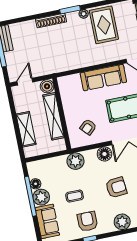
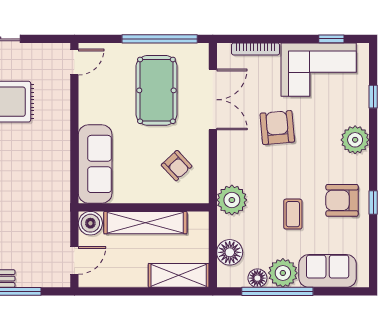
sofa: (103, 78) -> (95, 164), moved
door: (25, 82) -> (74, 260), swing flipped
shelving: (26, 129) -> (179, 275), moved
floor lamp: (104, 154) -> (230, 252), moved
armchair: (116, 187) -> (277, 128), moved

